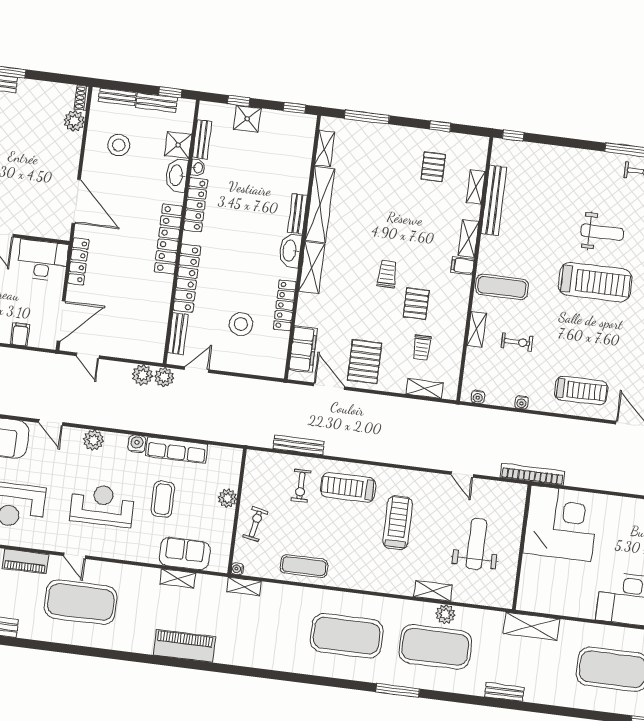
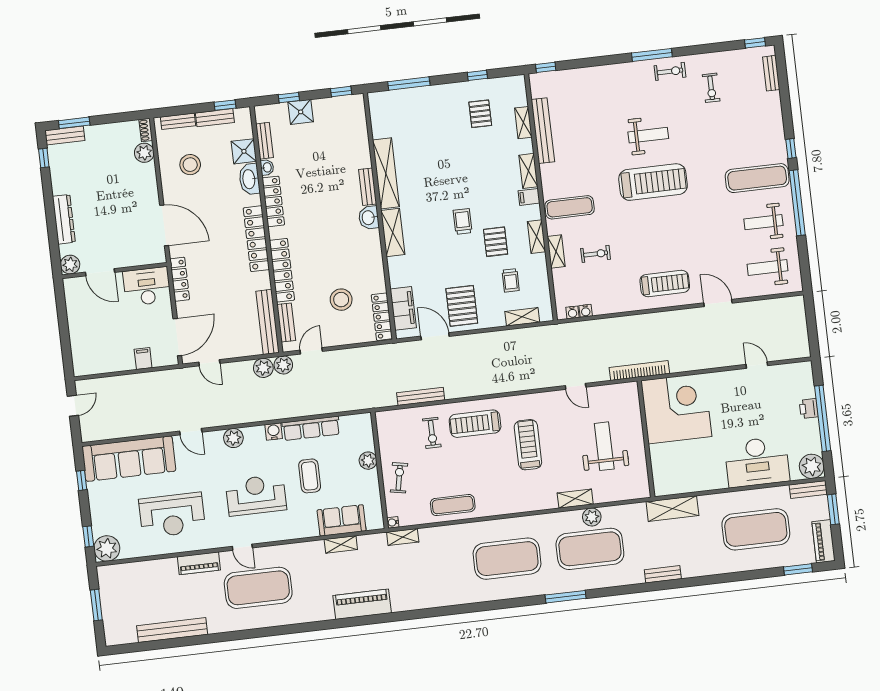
shelving: (325, 149) -> (536, 237), moved
washbasin: (290, 251) -> (369, 218), width x0.72
locker: (285, 305) -> (382, 317), moved
bench: (159, 328) -> (267, 322), added
water cooler: (522, 402) -> (586, 311), moved

